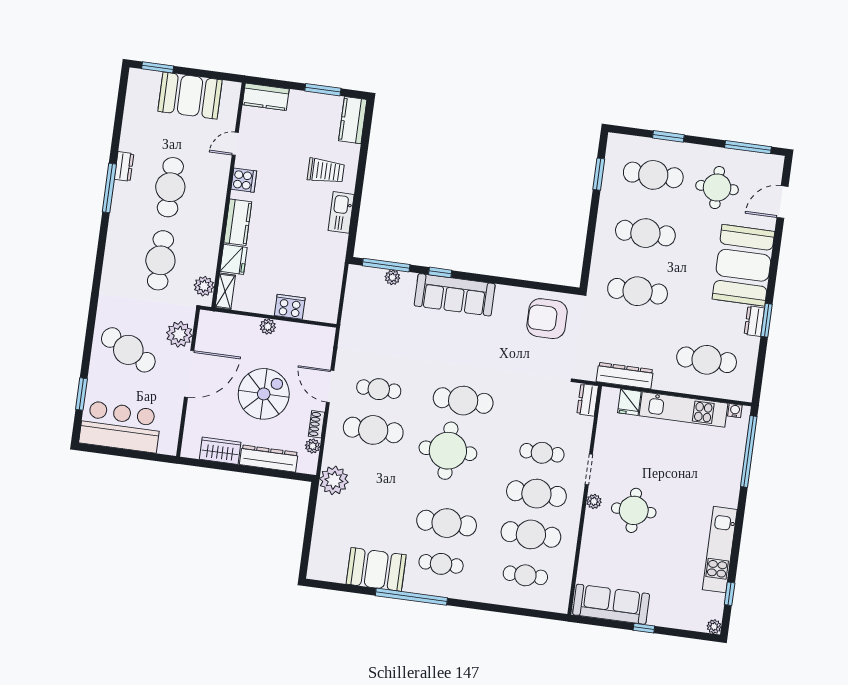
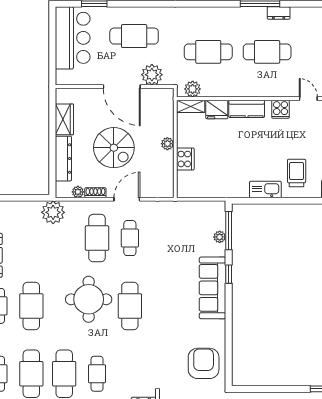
trolley: (326, 171) -> (297, 173), turned 180
cafe table: (128, 350) -> (134, 36), turned 62

